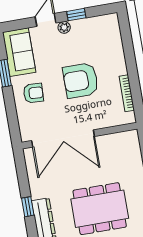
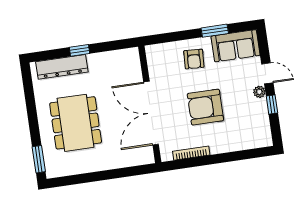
armchair: (81, 80) -> (205, 107), turned -90
double door: (63, 138) -> (151, 113), moved

